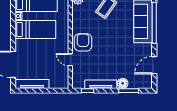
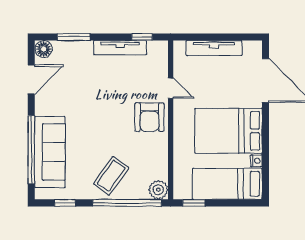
bed: (35, 30) -> (228, 131), width x1.50
floor lamp: (123, 83) -> (44, 49), moved
tv unit: (32, 84) -> (214, 48), moved

